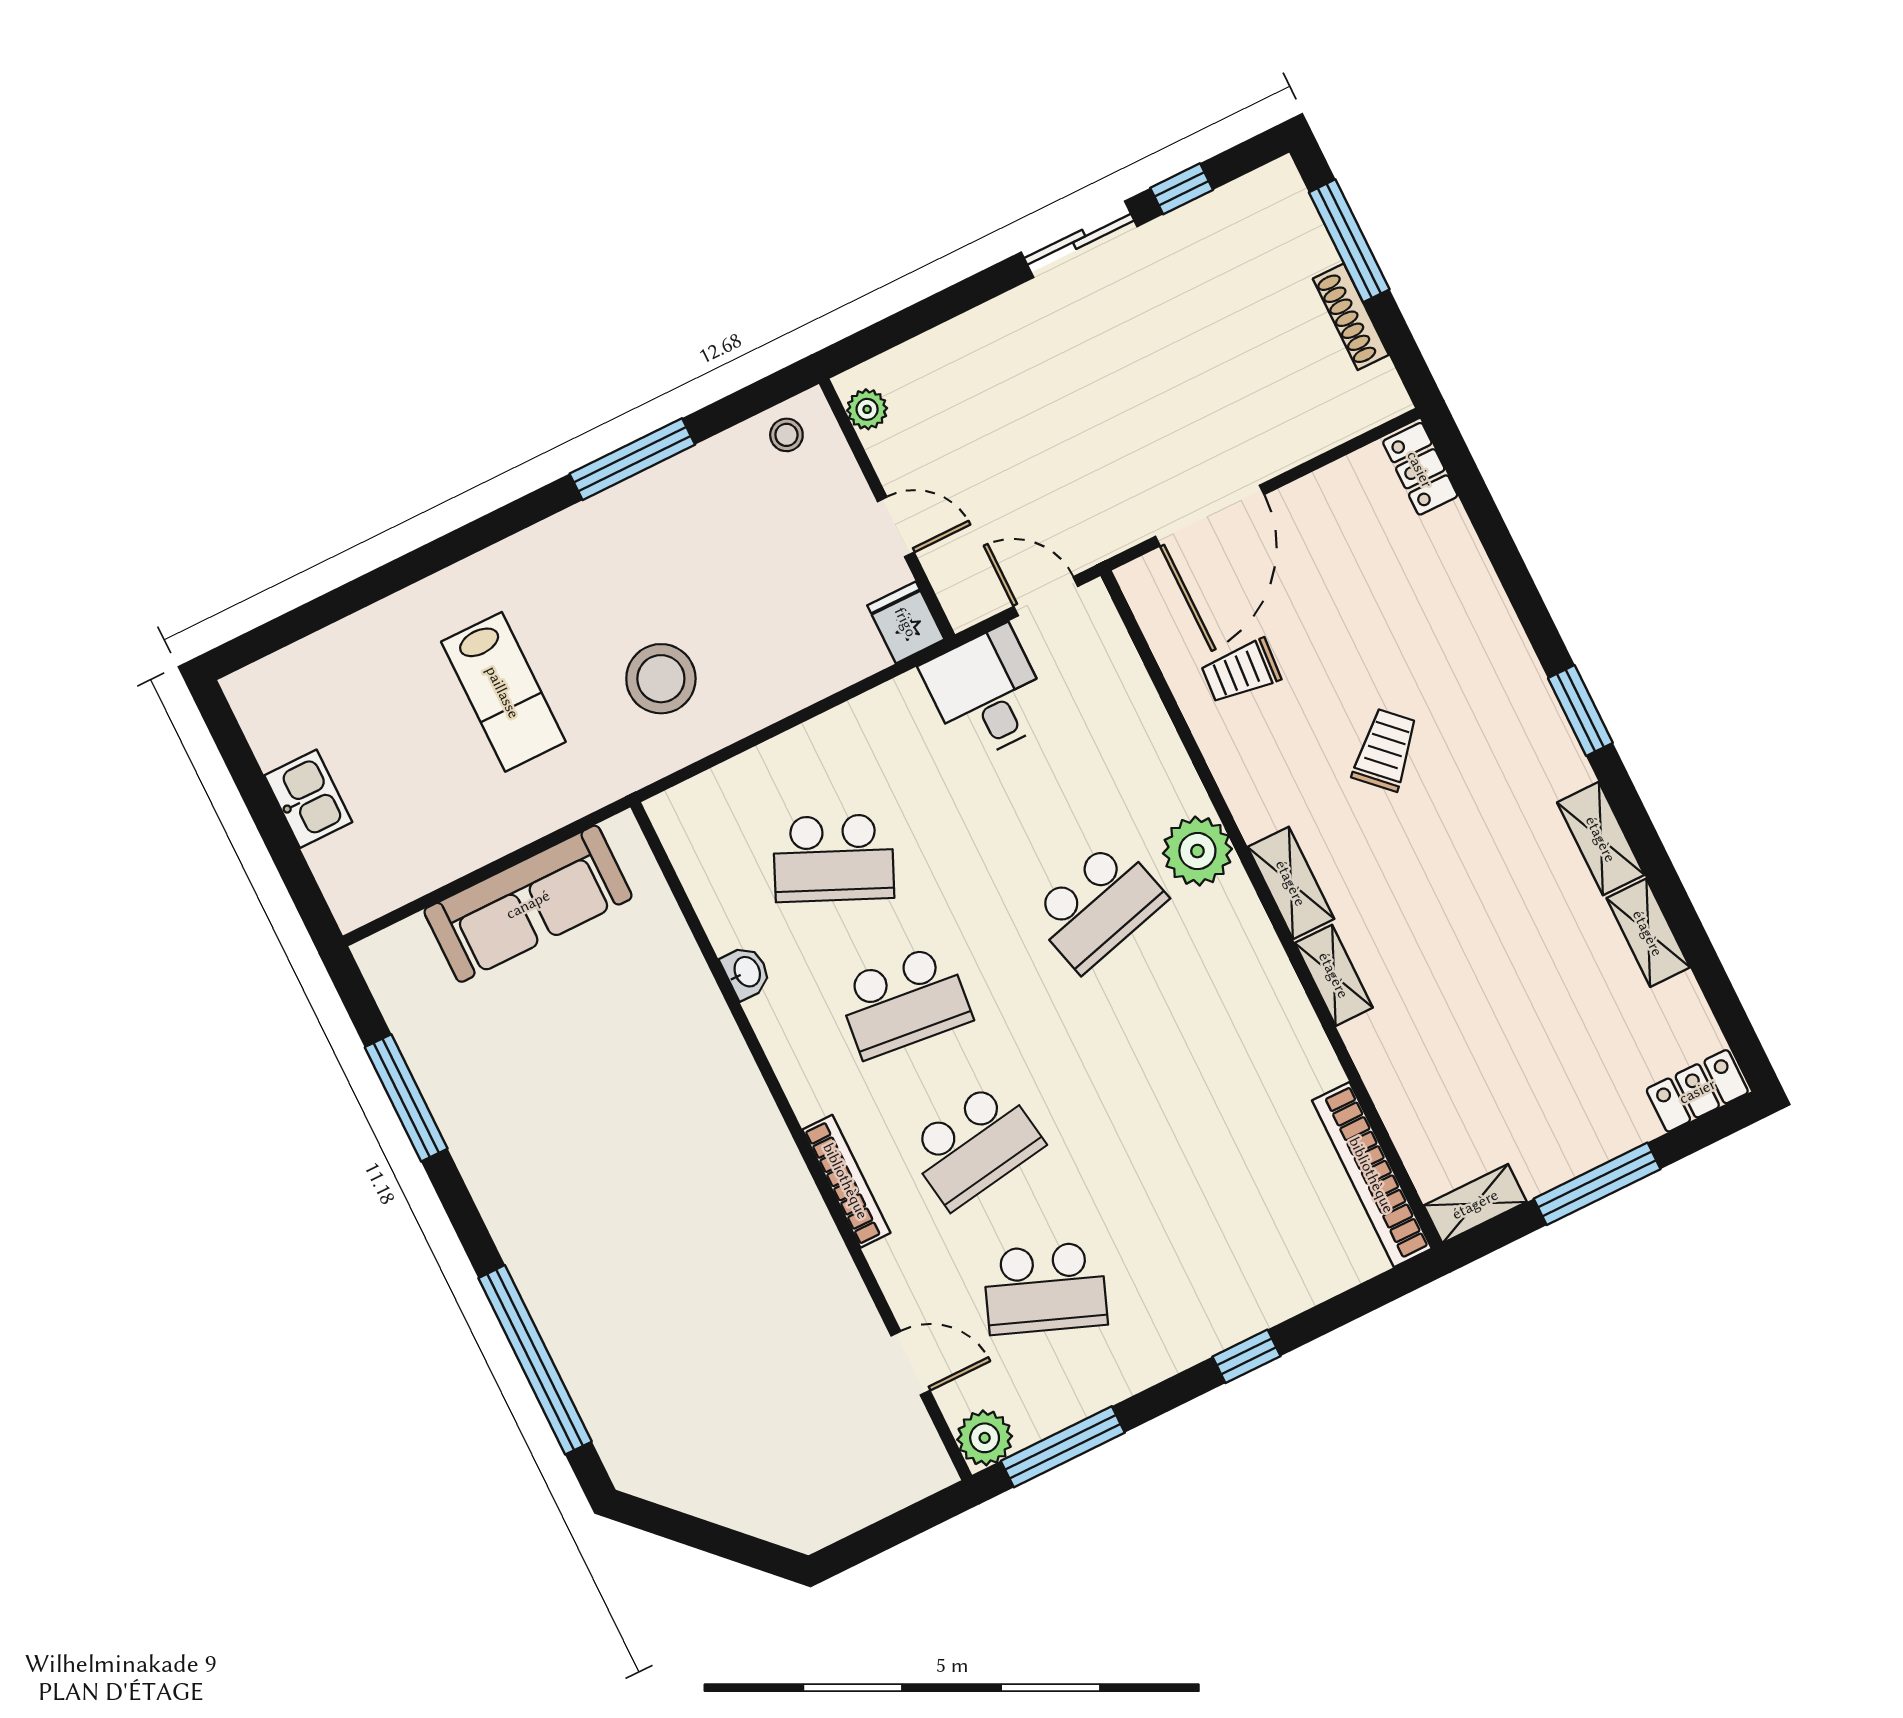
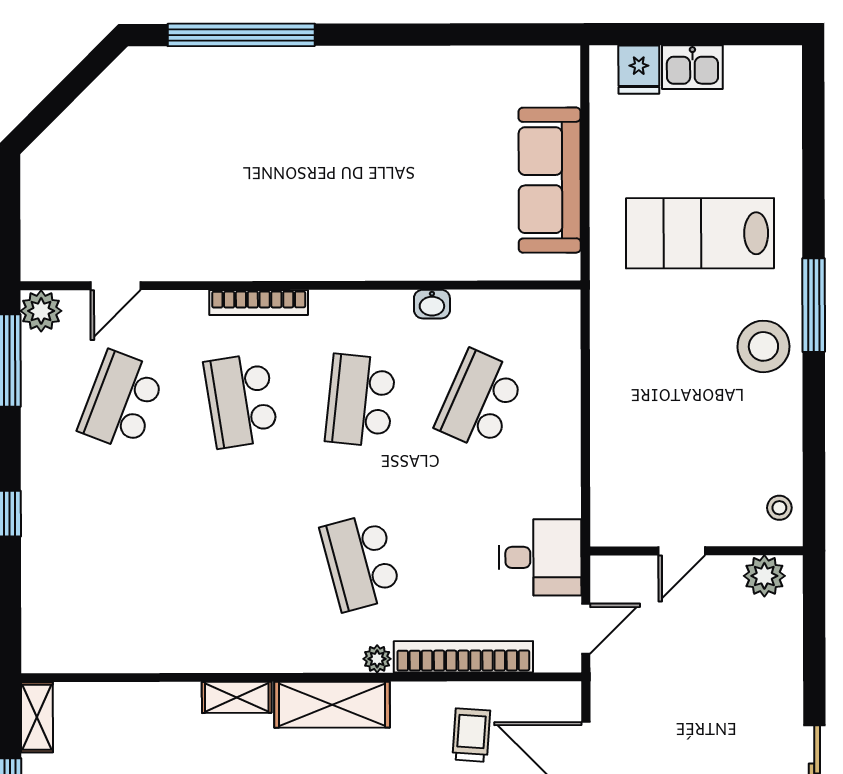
plant: (867, 409) -> (764, 576), width x1.38, depth x1.38
window: (632, 459) -> (814, 305), moved
fridge: (906, 622) -> (639, 70), moved, turned 90
stool: (661, 679) -> (763, 346), moved
lab bench: (503, 692) -> (700, 233), width x1.36, depth x1.39
plant: (1197, 851) -> (377, 659), width x0.53, depth x0.53
shelving: (1291, 883) -> (332, 705), width x1.50, depth x1.33
window: (406, 1098) -> (459, 35), removed
bookcase: (1372, 1175) -> (463, 657), moved

